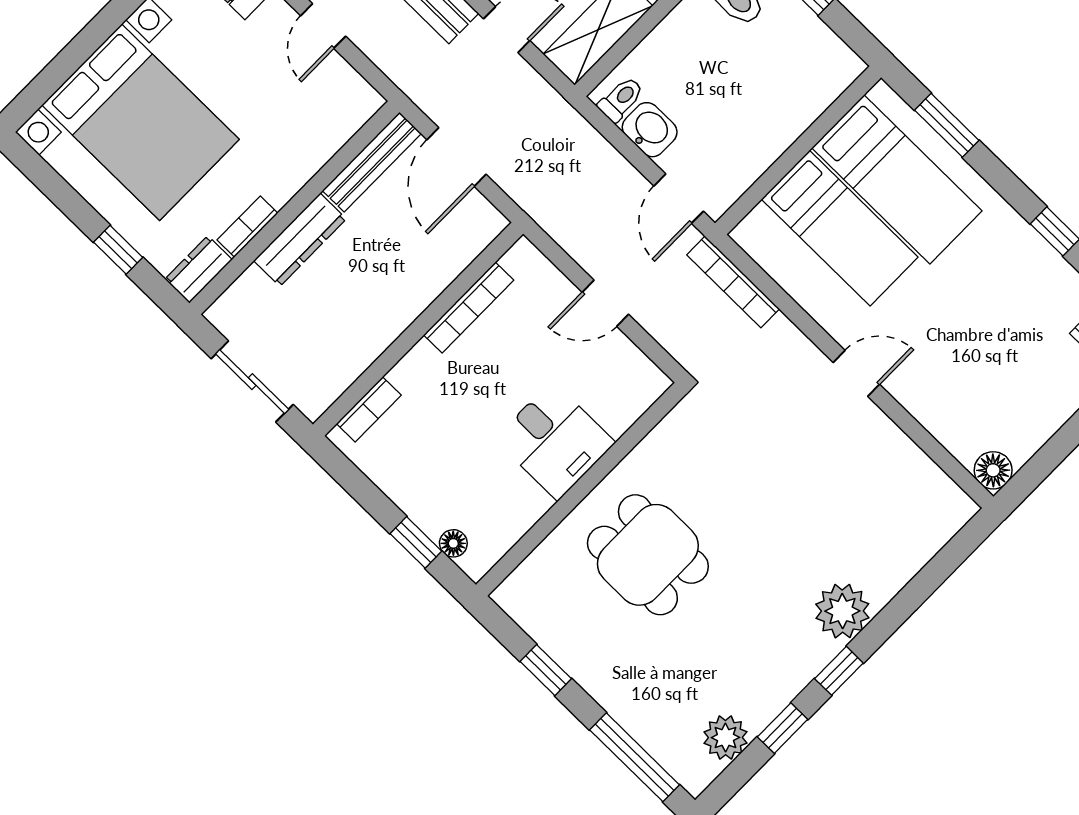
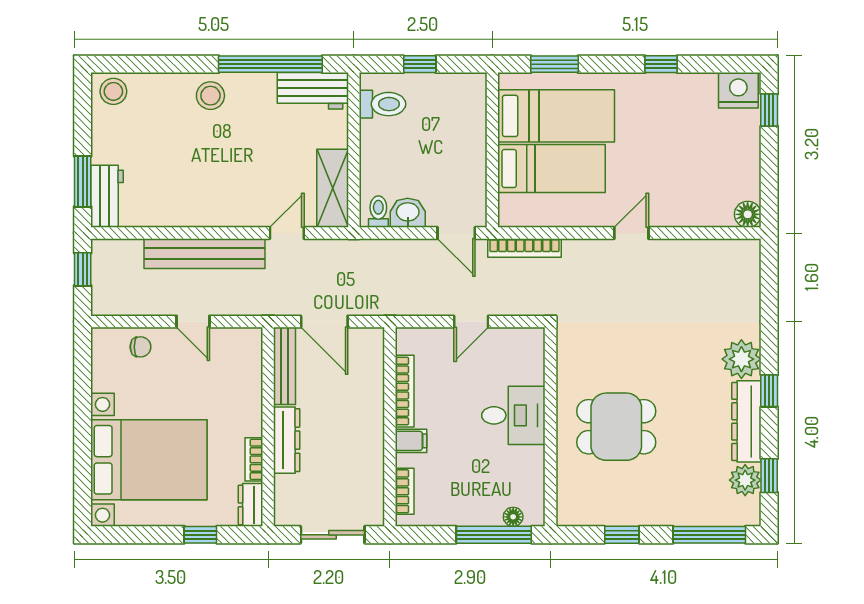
filing cabinet: (425, 365) -> (411, 441), added
window: (416, 542) -> (494, 535), width x2.17
dresser: (785, 679) -> (746, 421), added
window: (783, 728) -> (769, 476), moved

